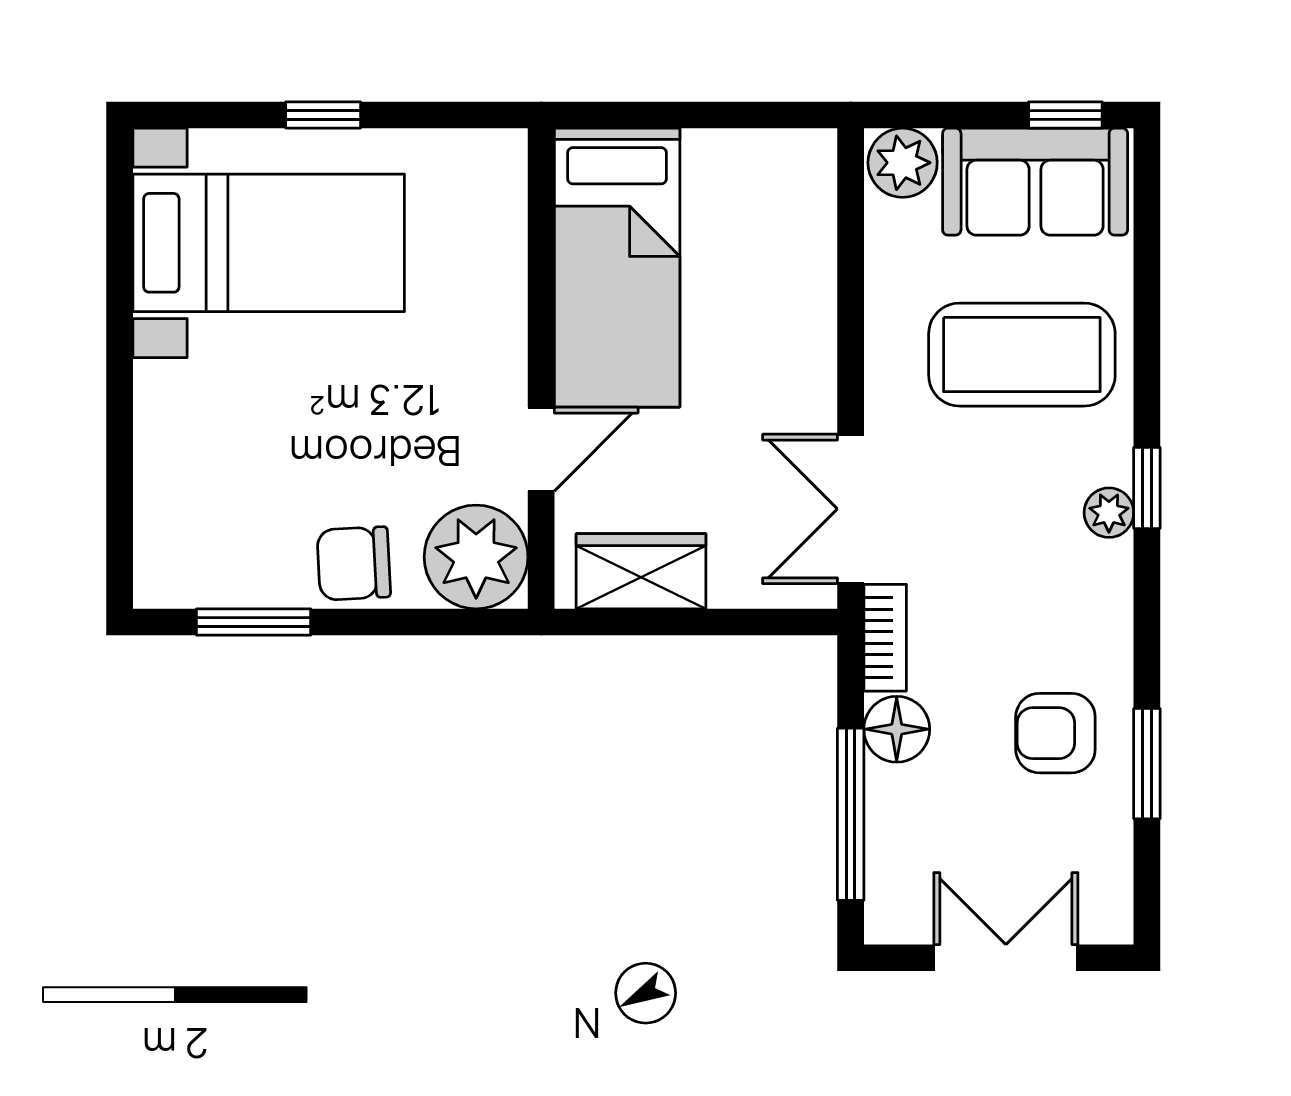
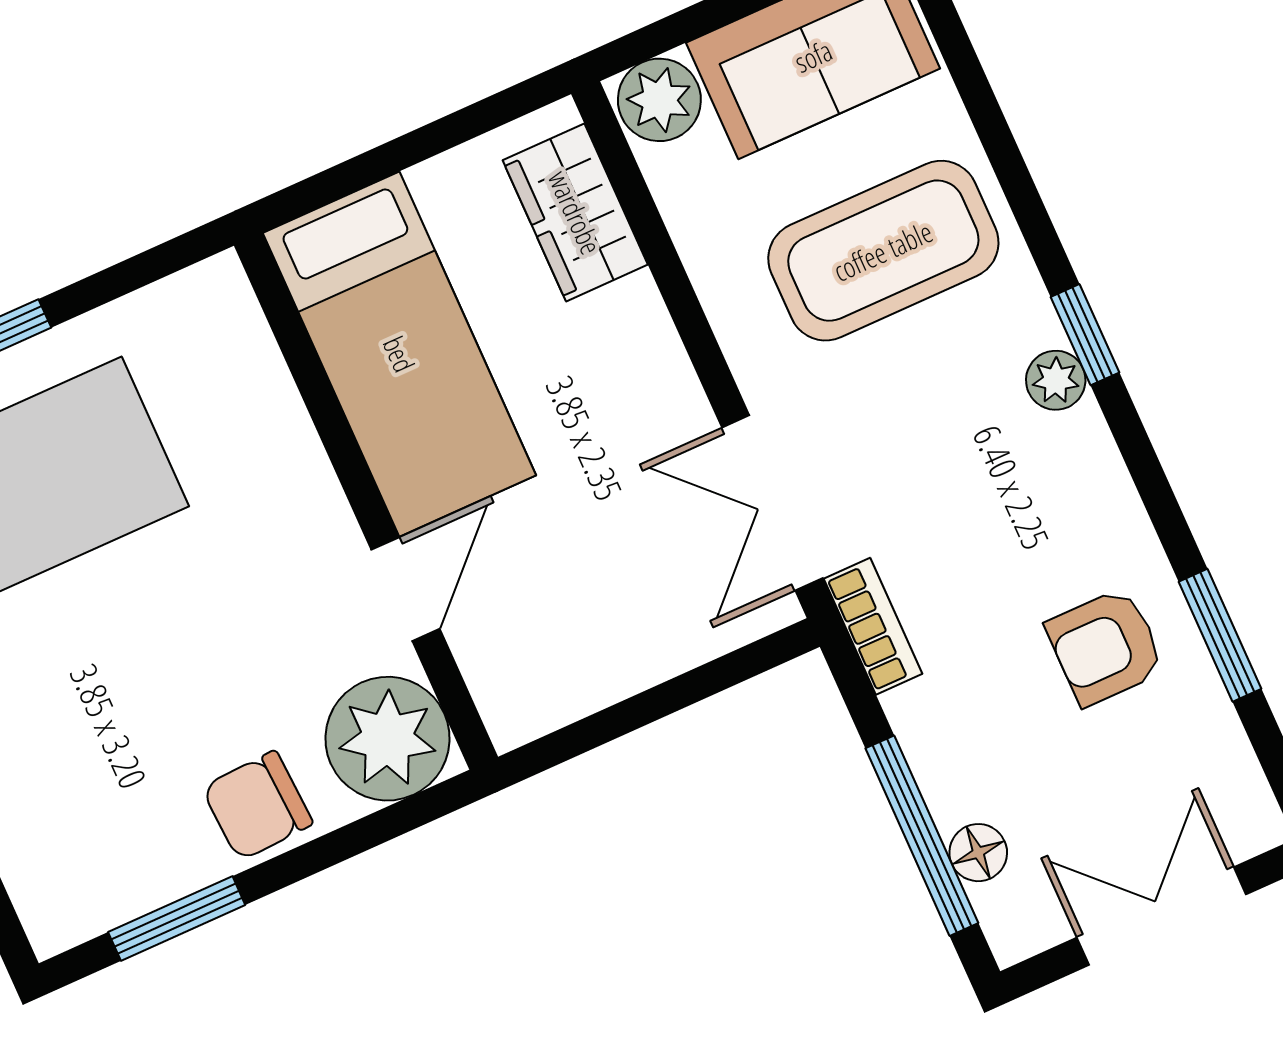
wardrobe: (641, 571) -> (575, 212), moved, turned -90
floor lamp: (897, 729) -> (978, 853), moved, width x0.73, depth x0.73

